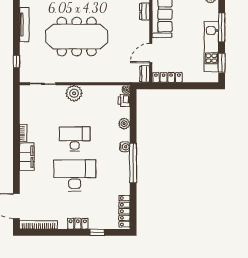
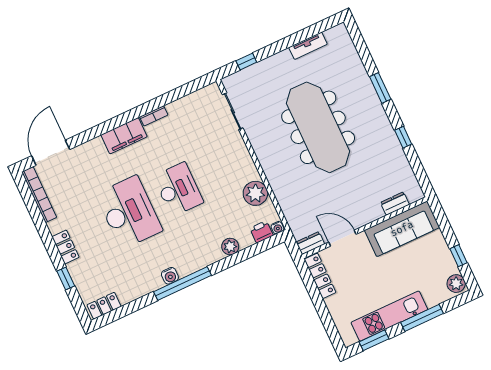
tv unit: (24, 25) -> (308, 46), width x0.71
plant: (74, 93) -> (255, 193), moved
water cooler: (125, 147) -> (170, 276), moved
locker: (124, 211) -> (104, 306), width x0.66

